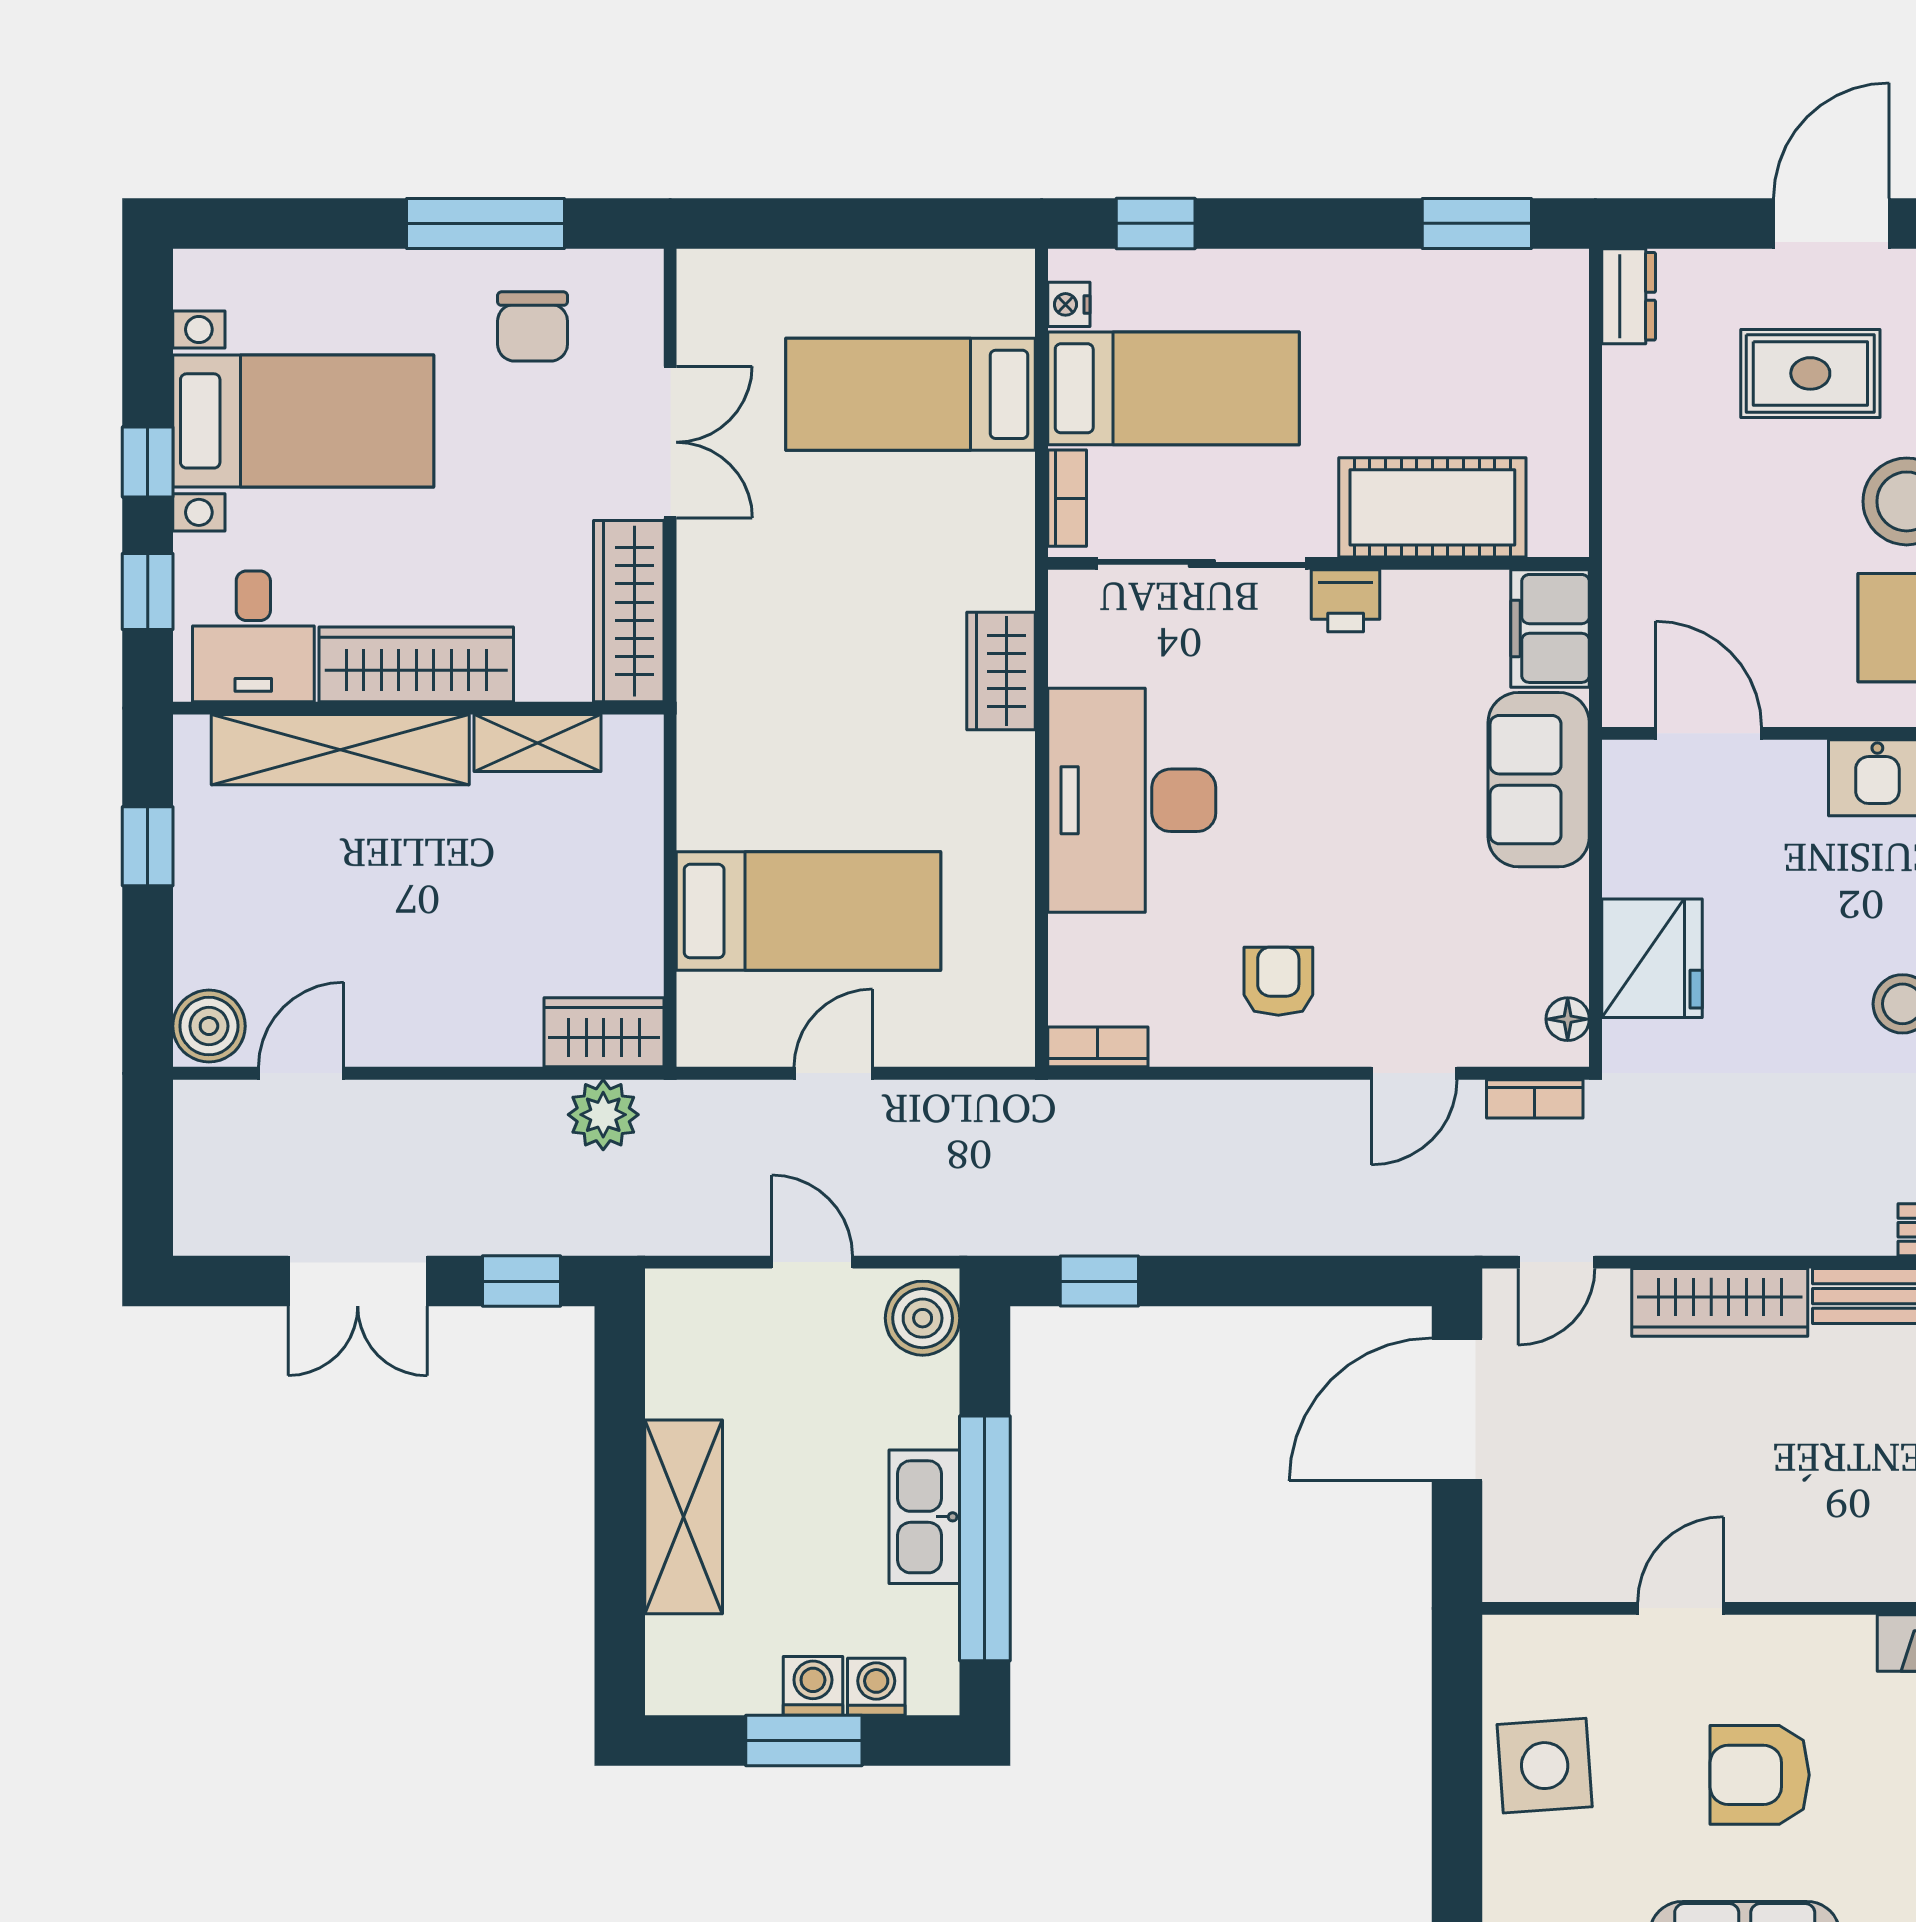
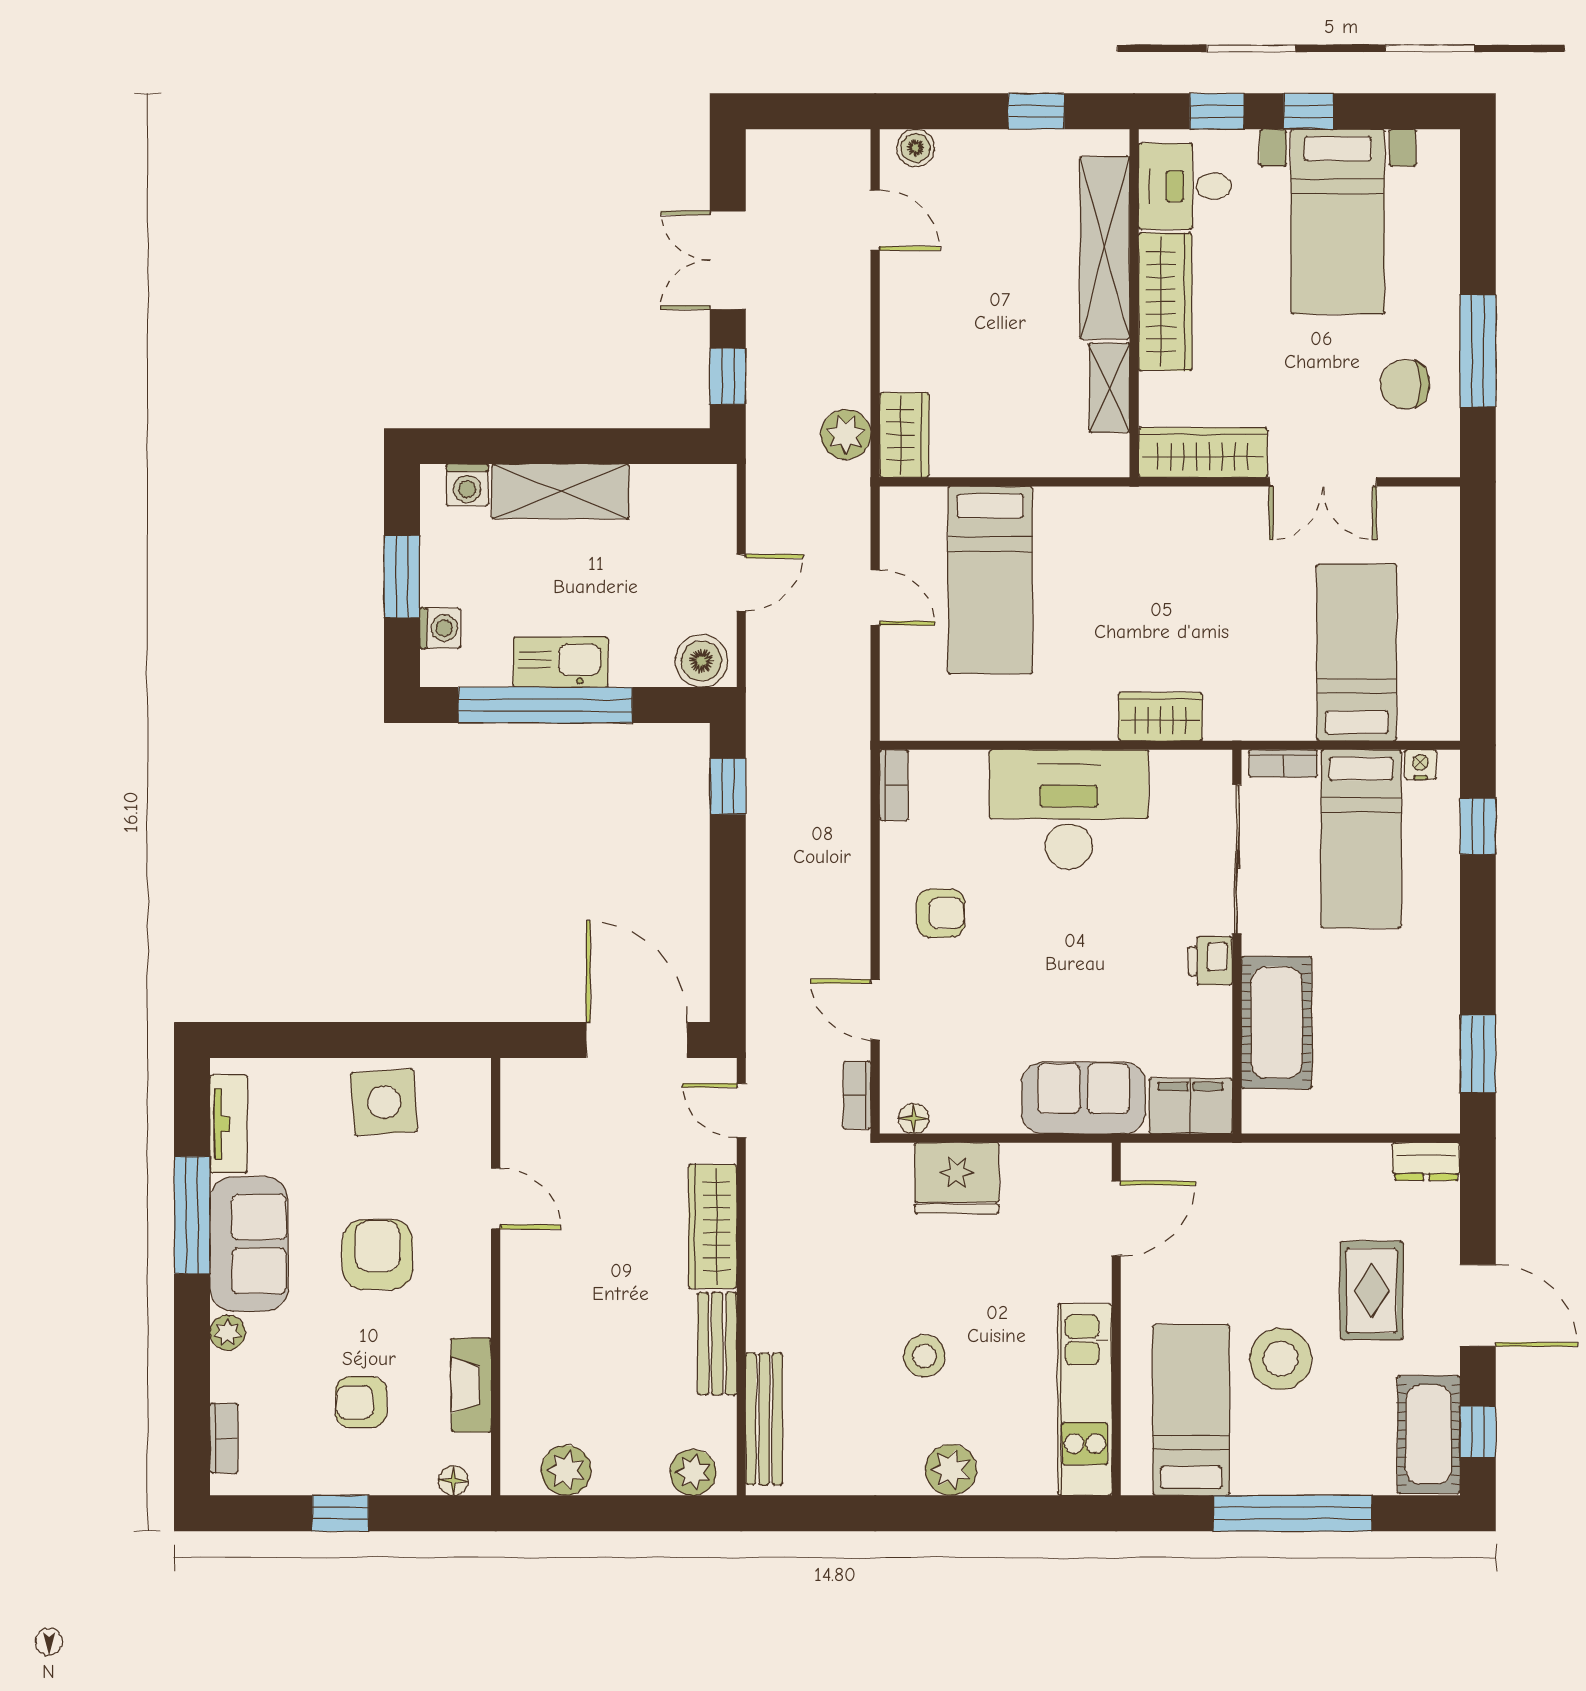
boiler: (209, 1026) -> (916, 148), width x0.73, depth x0.73
washing machine: (813, 1686) -> (467, 485), moved, turned 90

